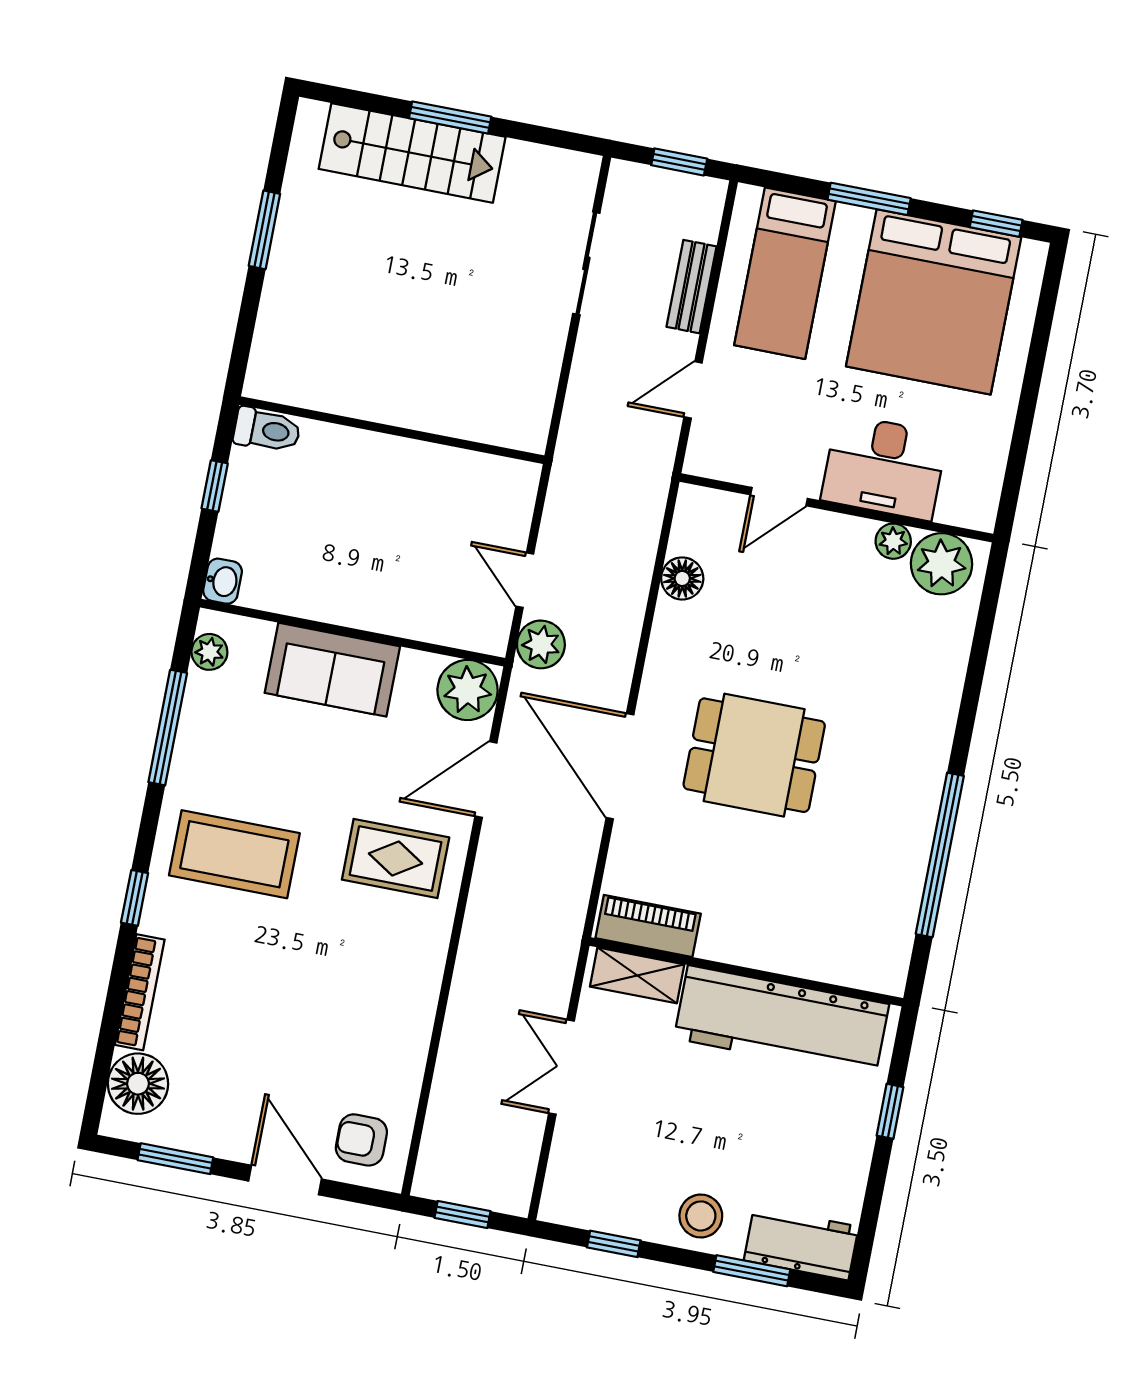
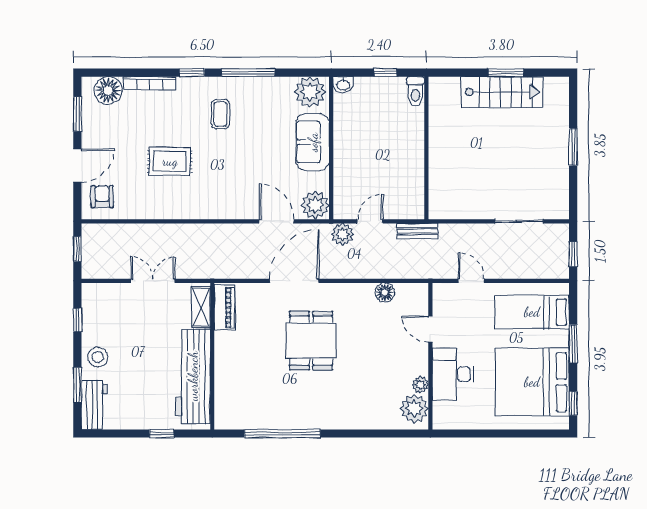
stairs: (412, 153) -> (502, 92), moved, turned -90
bench: (692, 287) -> (417, 231), moved
plant: (209, 652) -> (310, 92), width x1.88, depth x1.88
window: (168, 728) -> (248, 73), moved
coffee table: (234, 854) -> (220, 114), width x0.54, depth x0.58
rug: (396, 859) -> (170, 161), moved, turned 90

